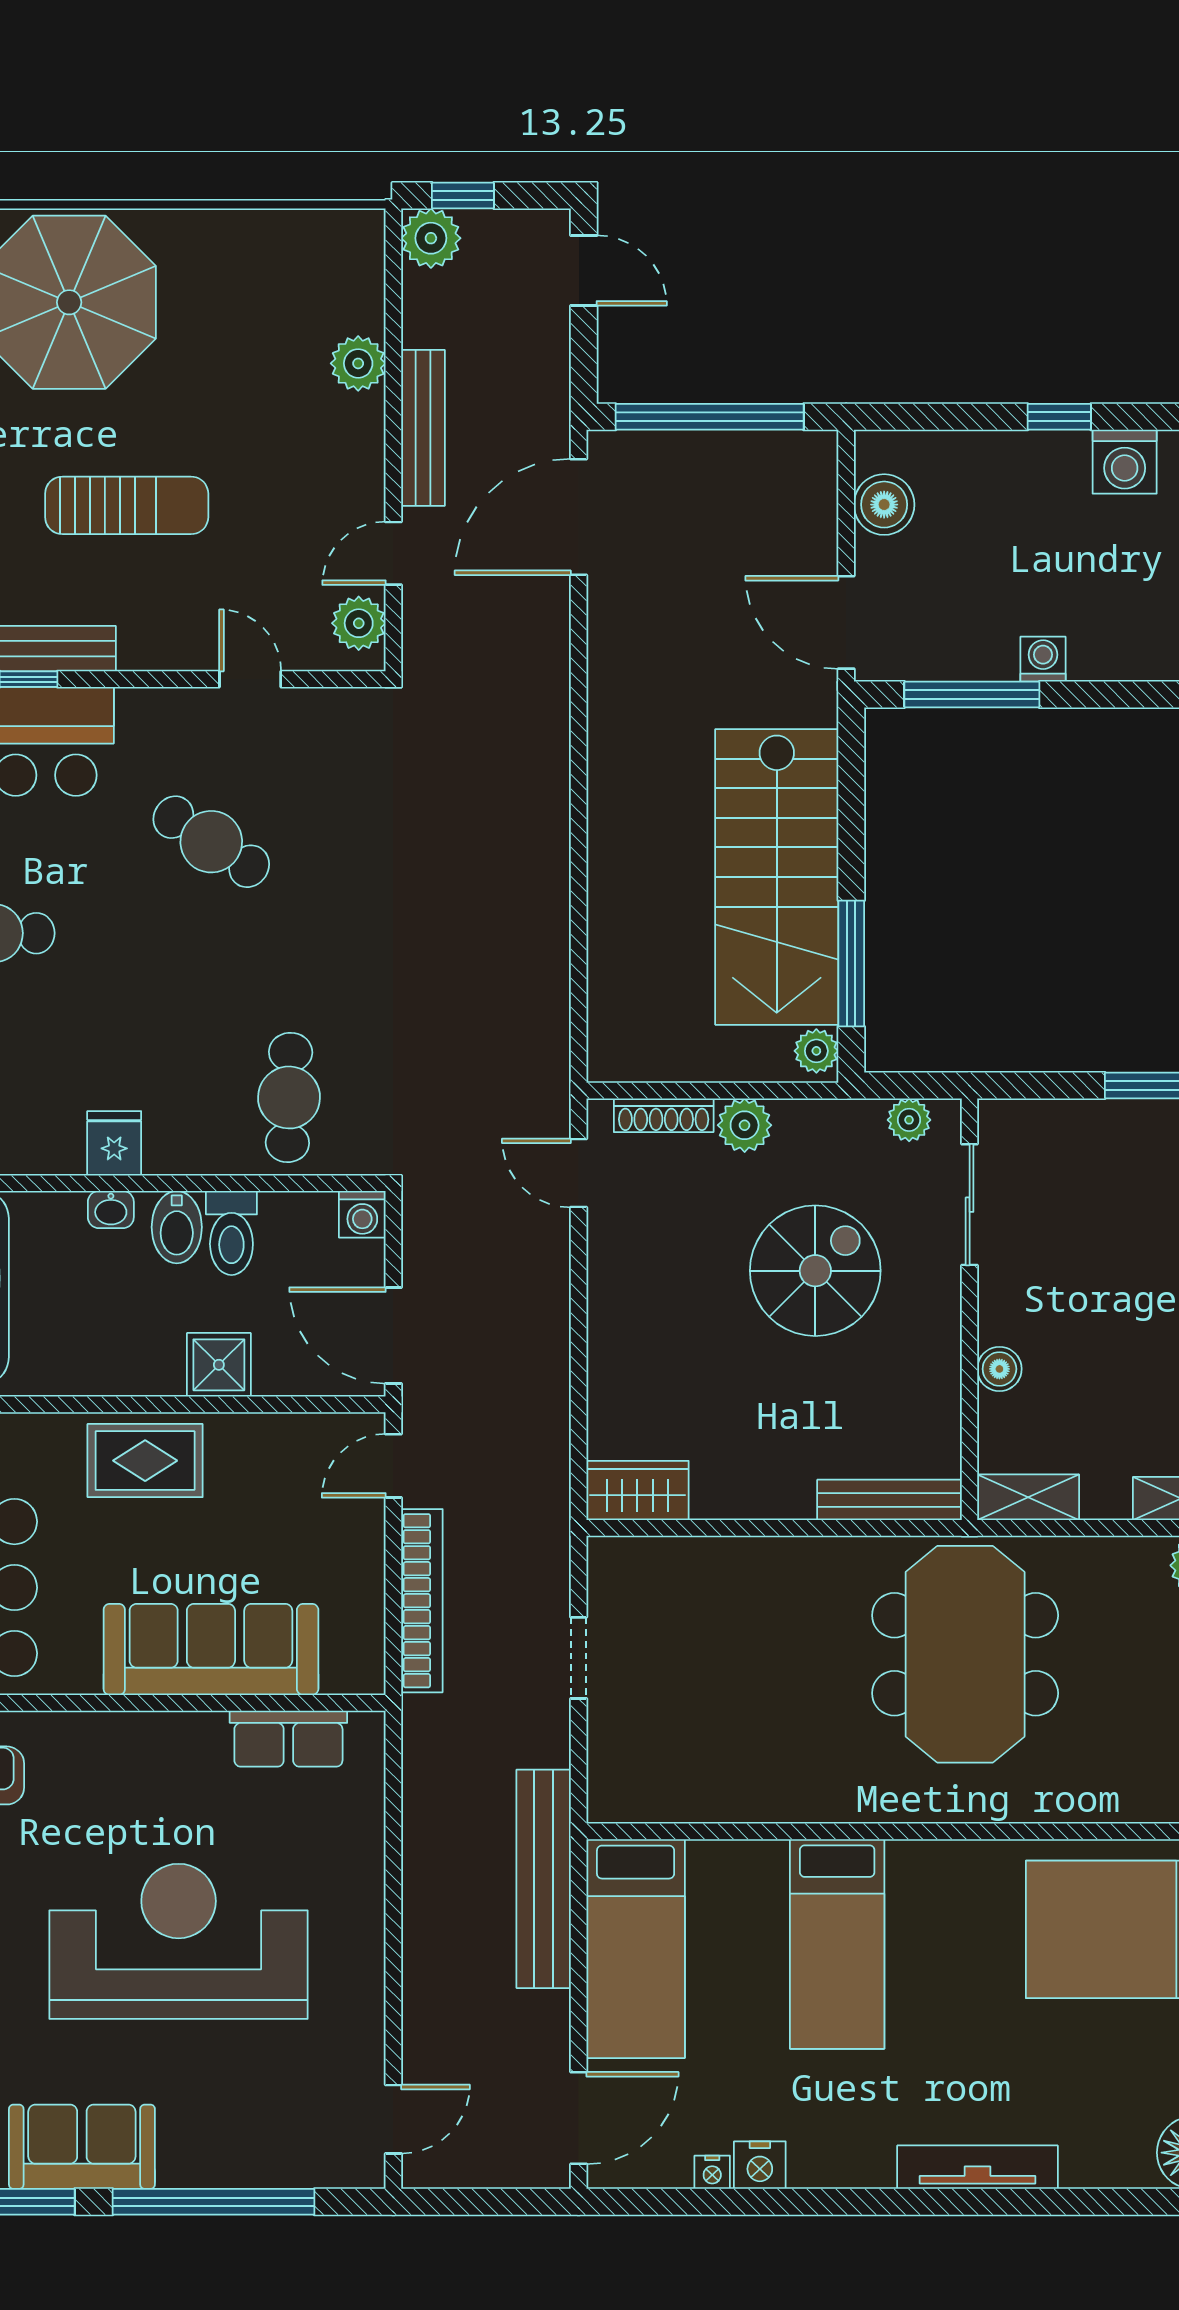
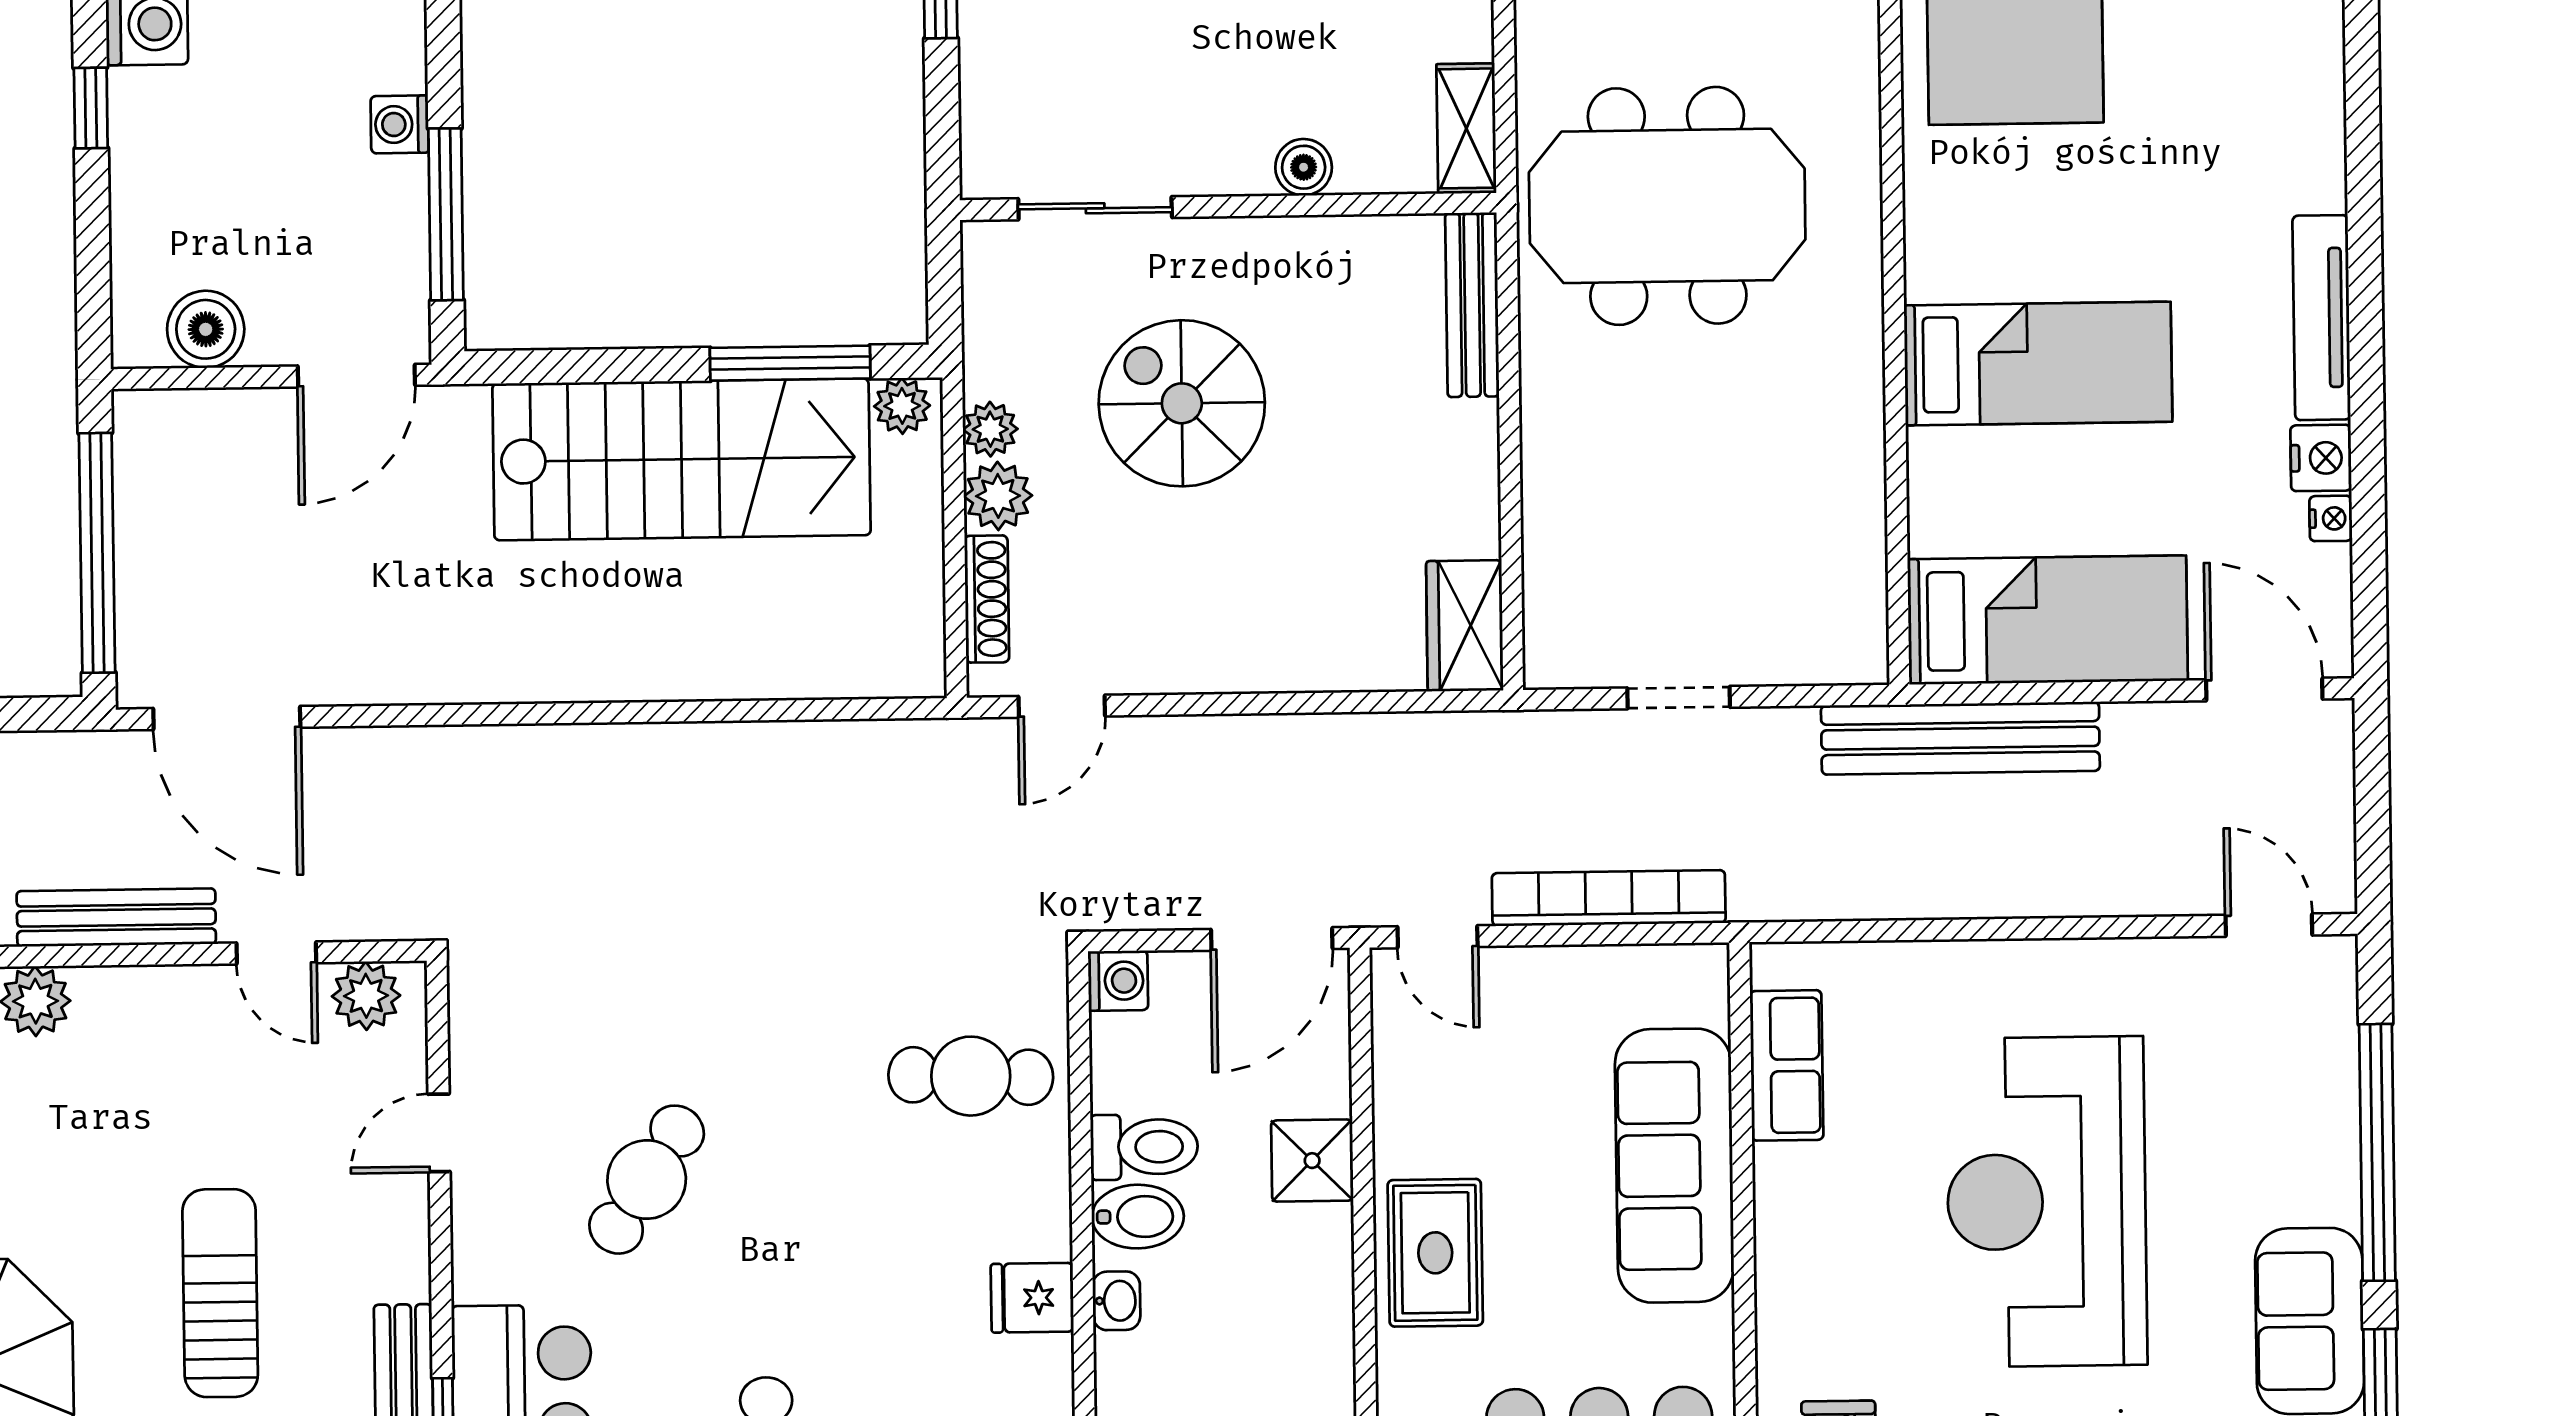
plant: (909, 1120) -> (990, 429), moved
tv unit: (977, 2167) -> (2322, 318), moved

